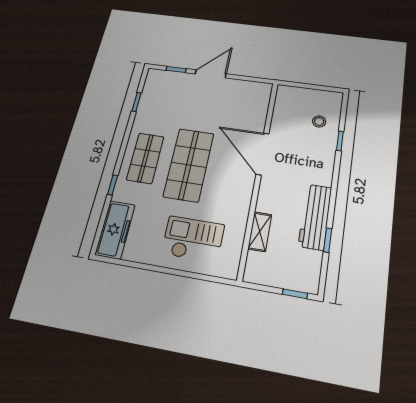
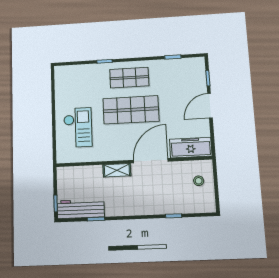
door: (211, 74) -> (210, 106), swing flipped
stool: (319, 121) -> (199, 181), moved
workbench: (315, 217) -> (81, 209), moved
freezer: (115, 230) -> (191, 148), moved, turned 180
shelving: (260, 232) -> (117, 170), moved

